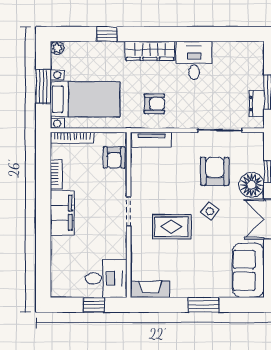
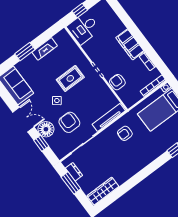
wardrobe: (150, 51) -> (103, 191), moved
desk: (194, 60) -> (121, 170), removed
tv unit: (152, 140) -> (109, 117), width x1.41
armchair: (114, 157) -> (117, 82), moved
armchair: (215, 171) -> (69, 122), turned 180
fireplace: (150, 289) -> (45, 49), moved

